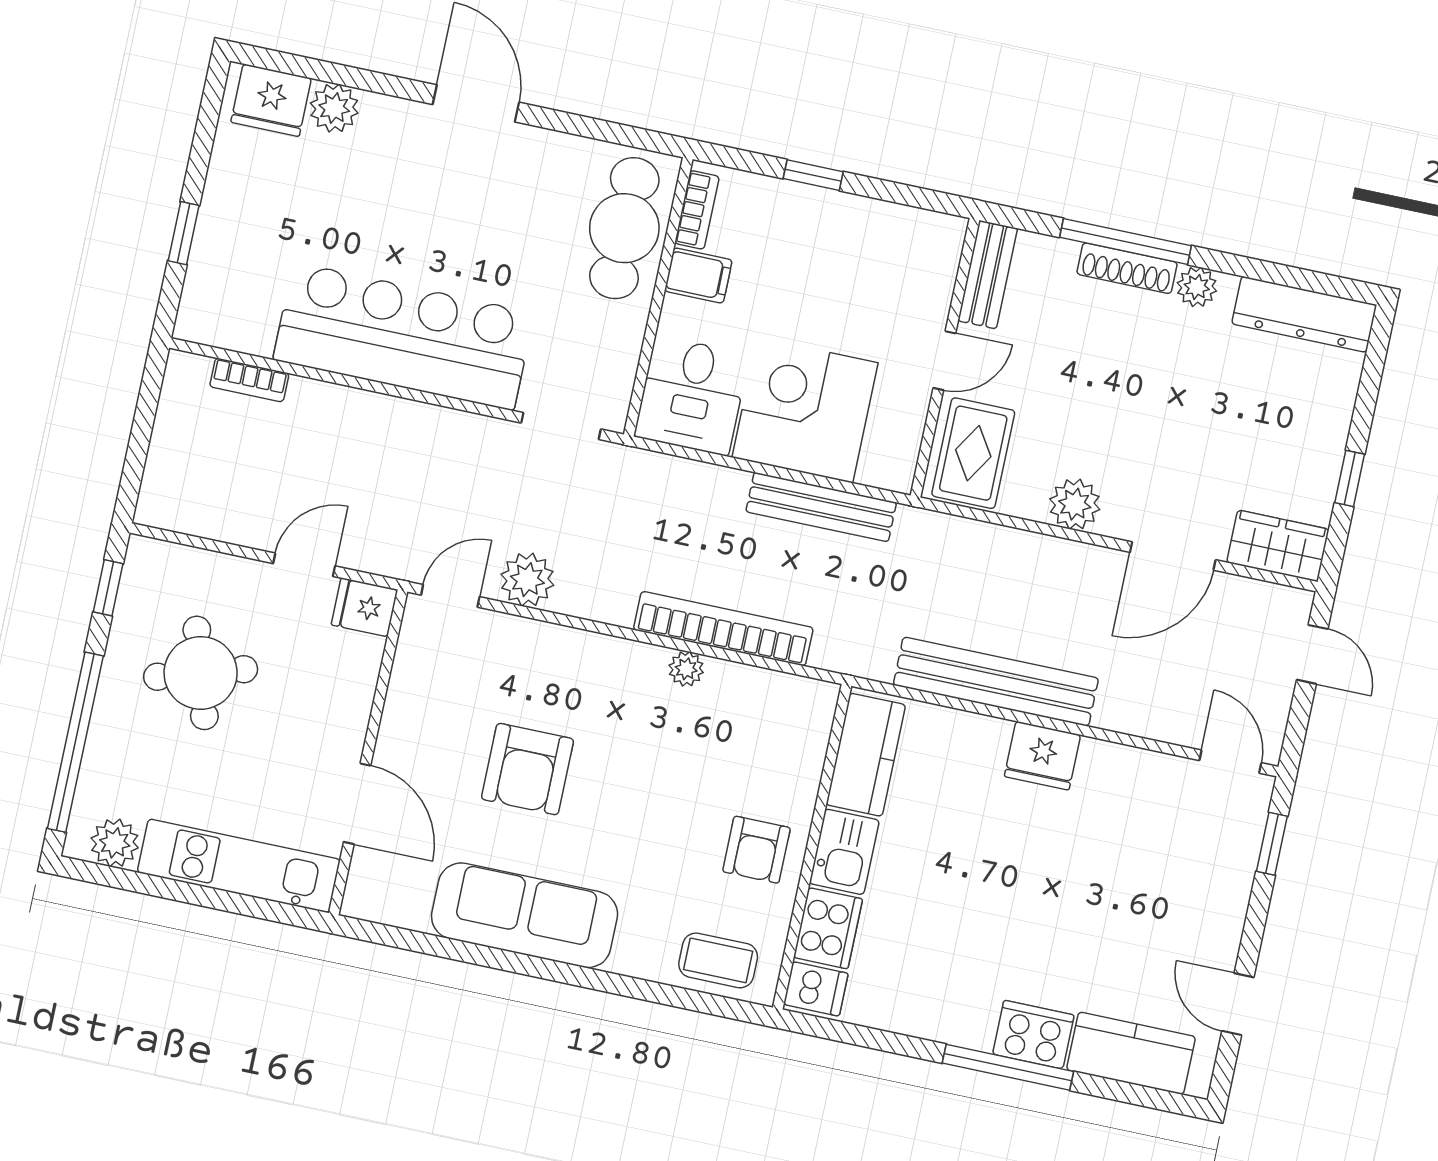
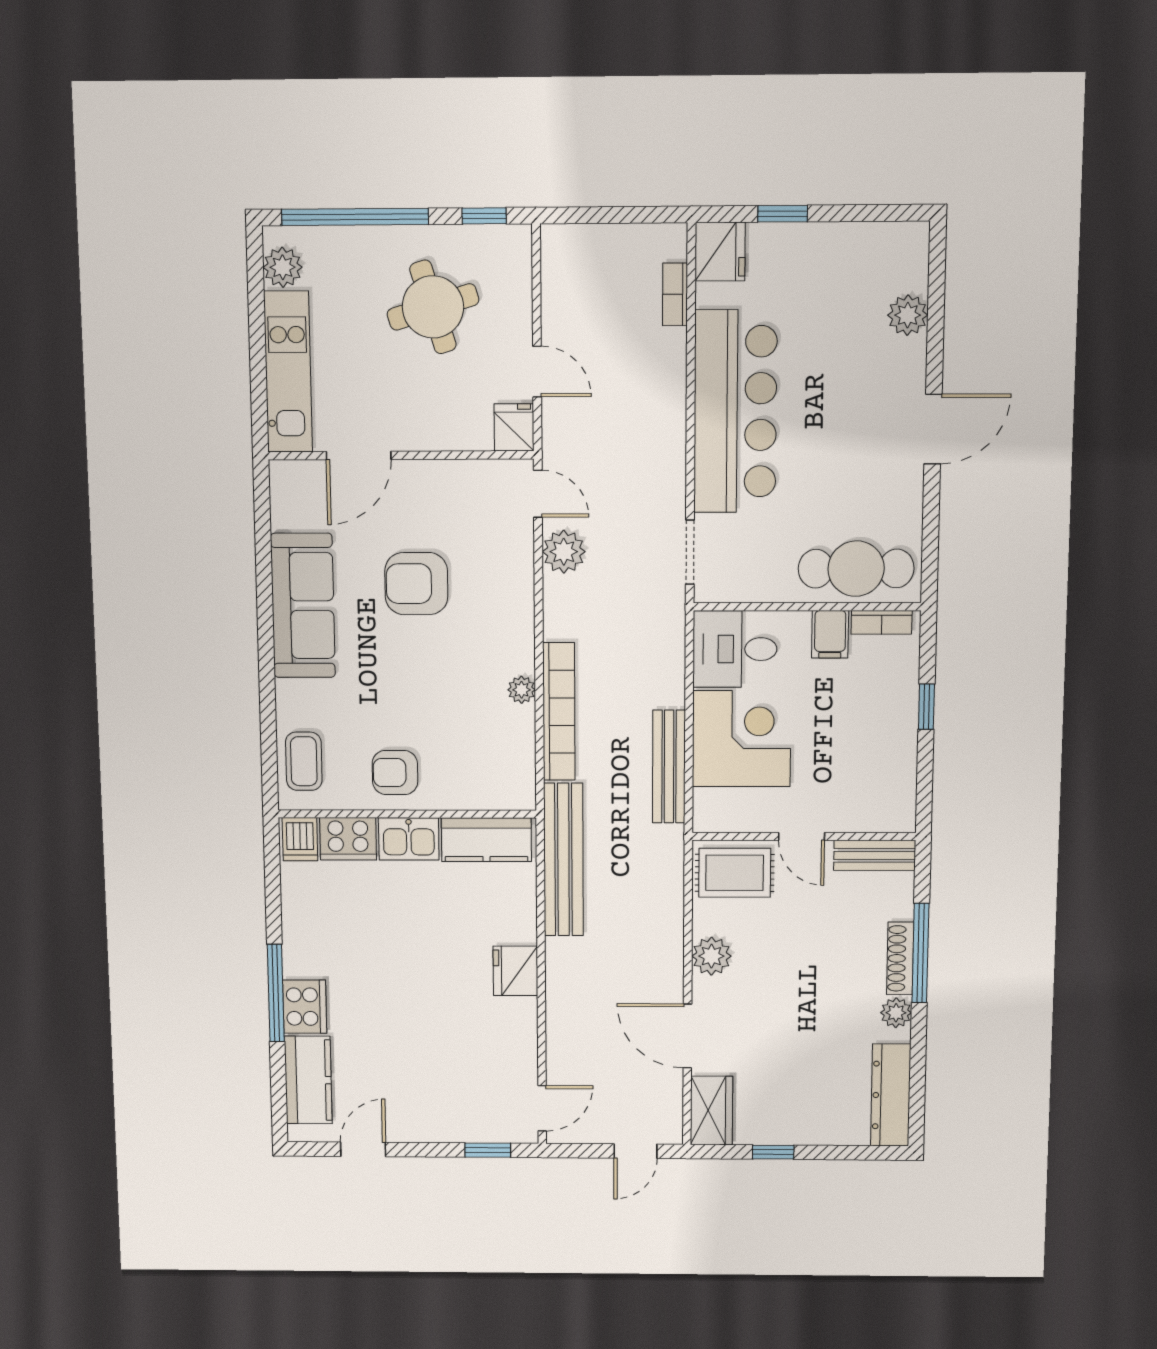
fridge: (271, 100) -> (720, 252), moved, turned 180
bench: (996, 682) -> (563, 860), moved

